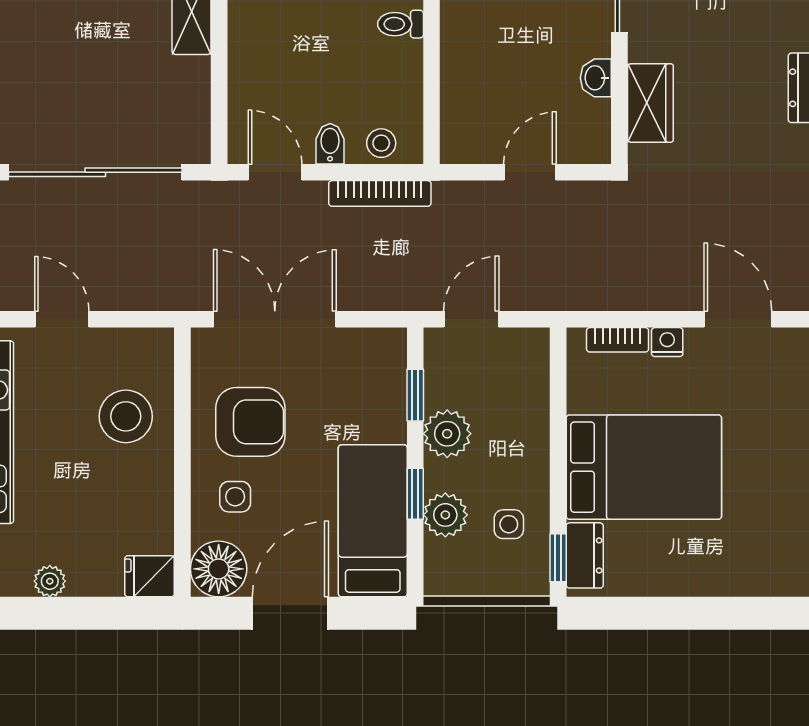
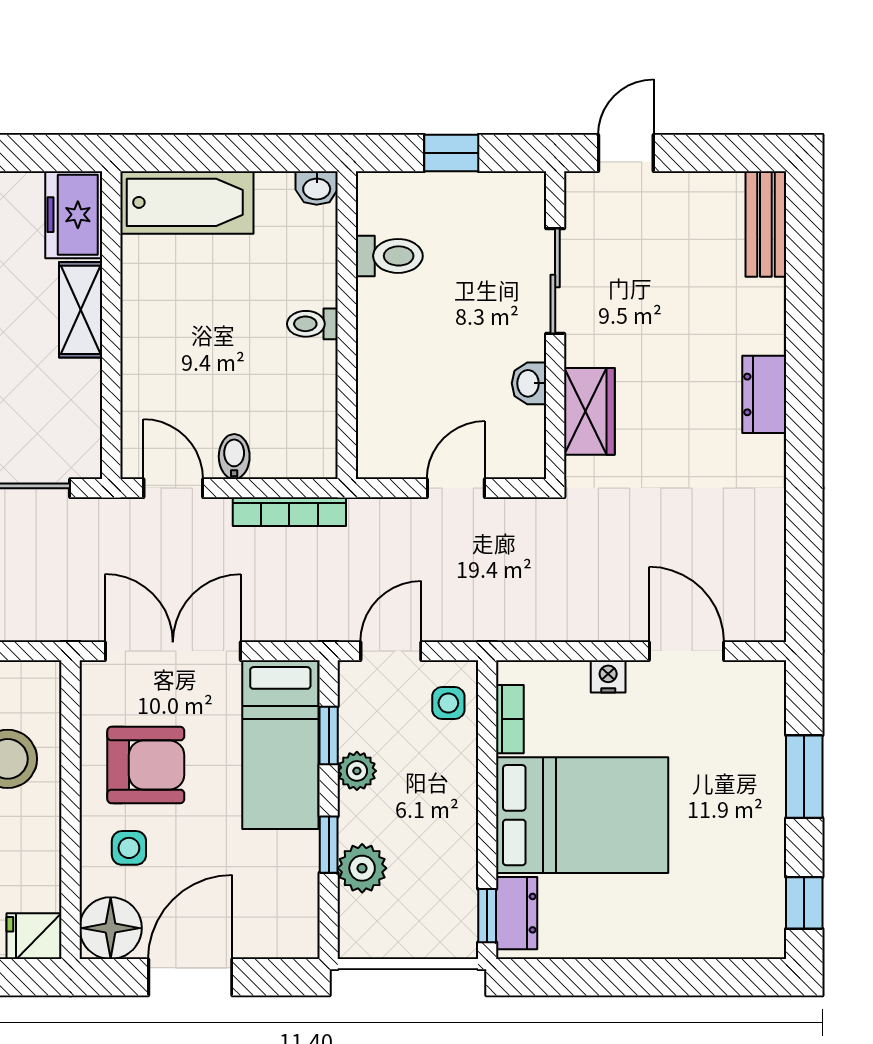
stool: (381, 143) -> (291, 456), removed
bookcase: (618, 340) -> (510, 719), moved, turned -90
plant: (447, 434) -> (357, 771), width x0.73, depth x0.73
bed: (373, 521) -> (280, 745), moved, turned 180
side table: (509, 524) -> (448, 703), moved

